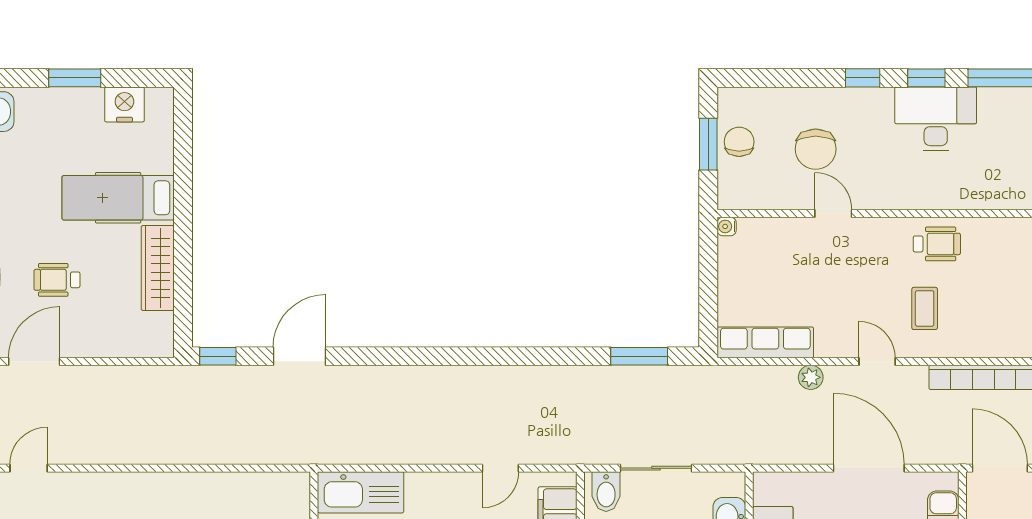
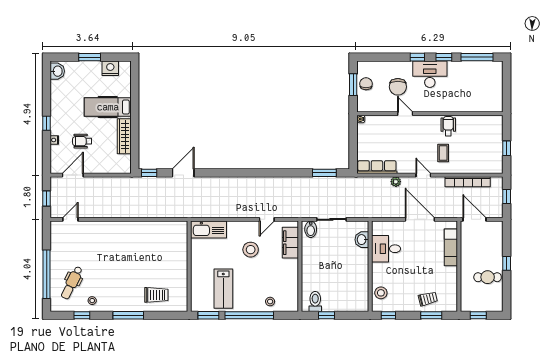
desk: (936, 119) -> (430, 74), moved
wheelchair: (937, 244) -> (448, 126), turned -90

